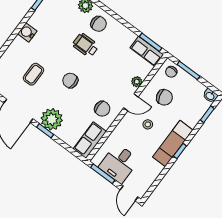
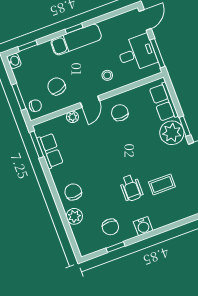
wheelchair: (86, 45) -> (131, 188), moved
row of seats: (147, 51) -> (50, 151), moved
chair: (70, 81) -> (110, 227), moved
door: (131, 102) -> (90, 102), swing flipped
stool: (148, 124) -> (107, 75), moved
row of seats: (90, 140) -> (164, 102), moved, turned 90

